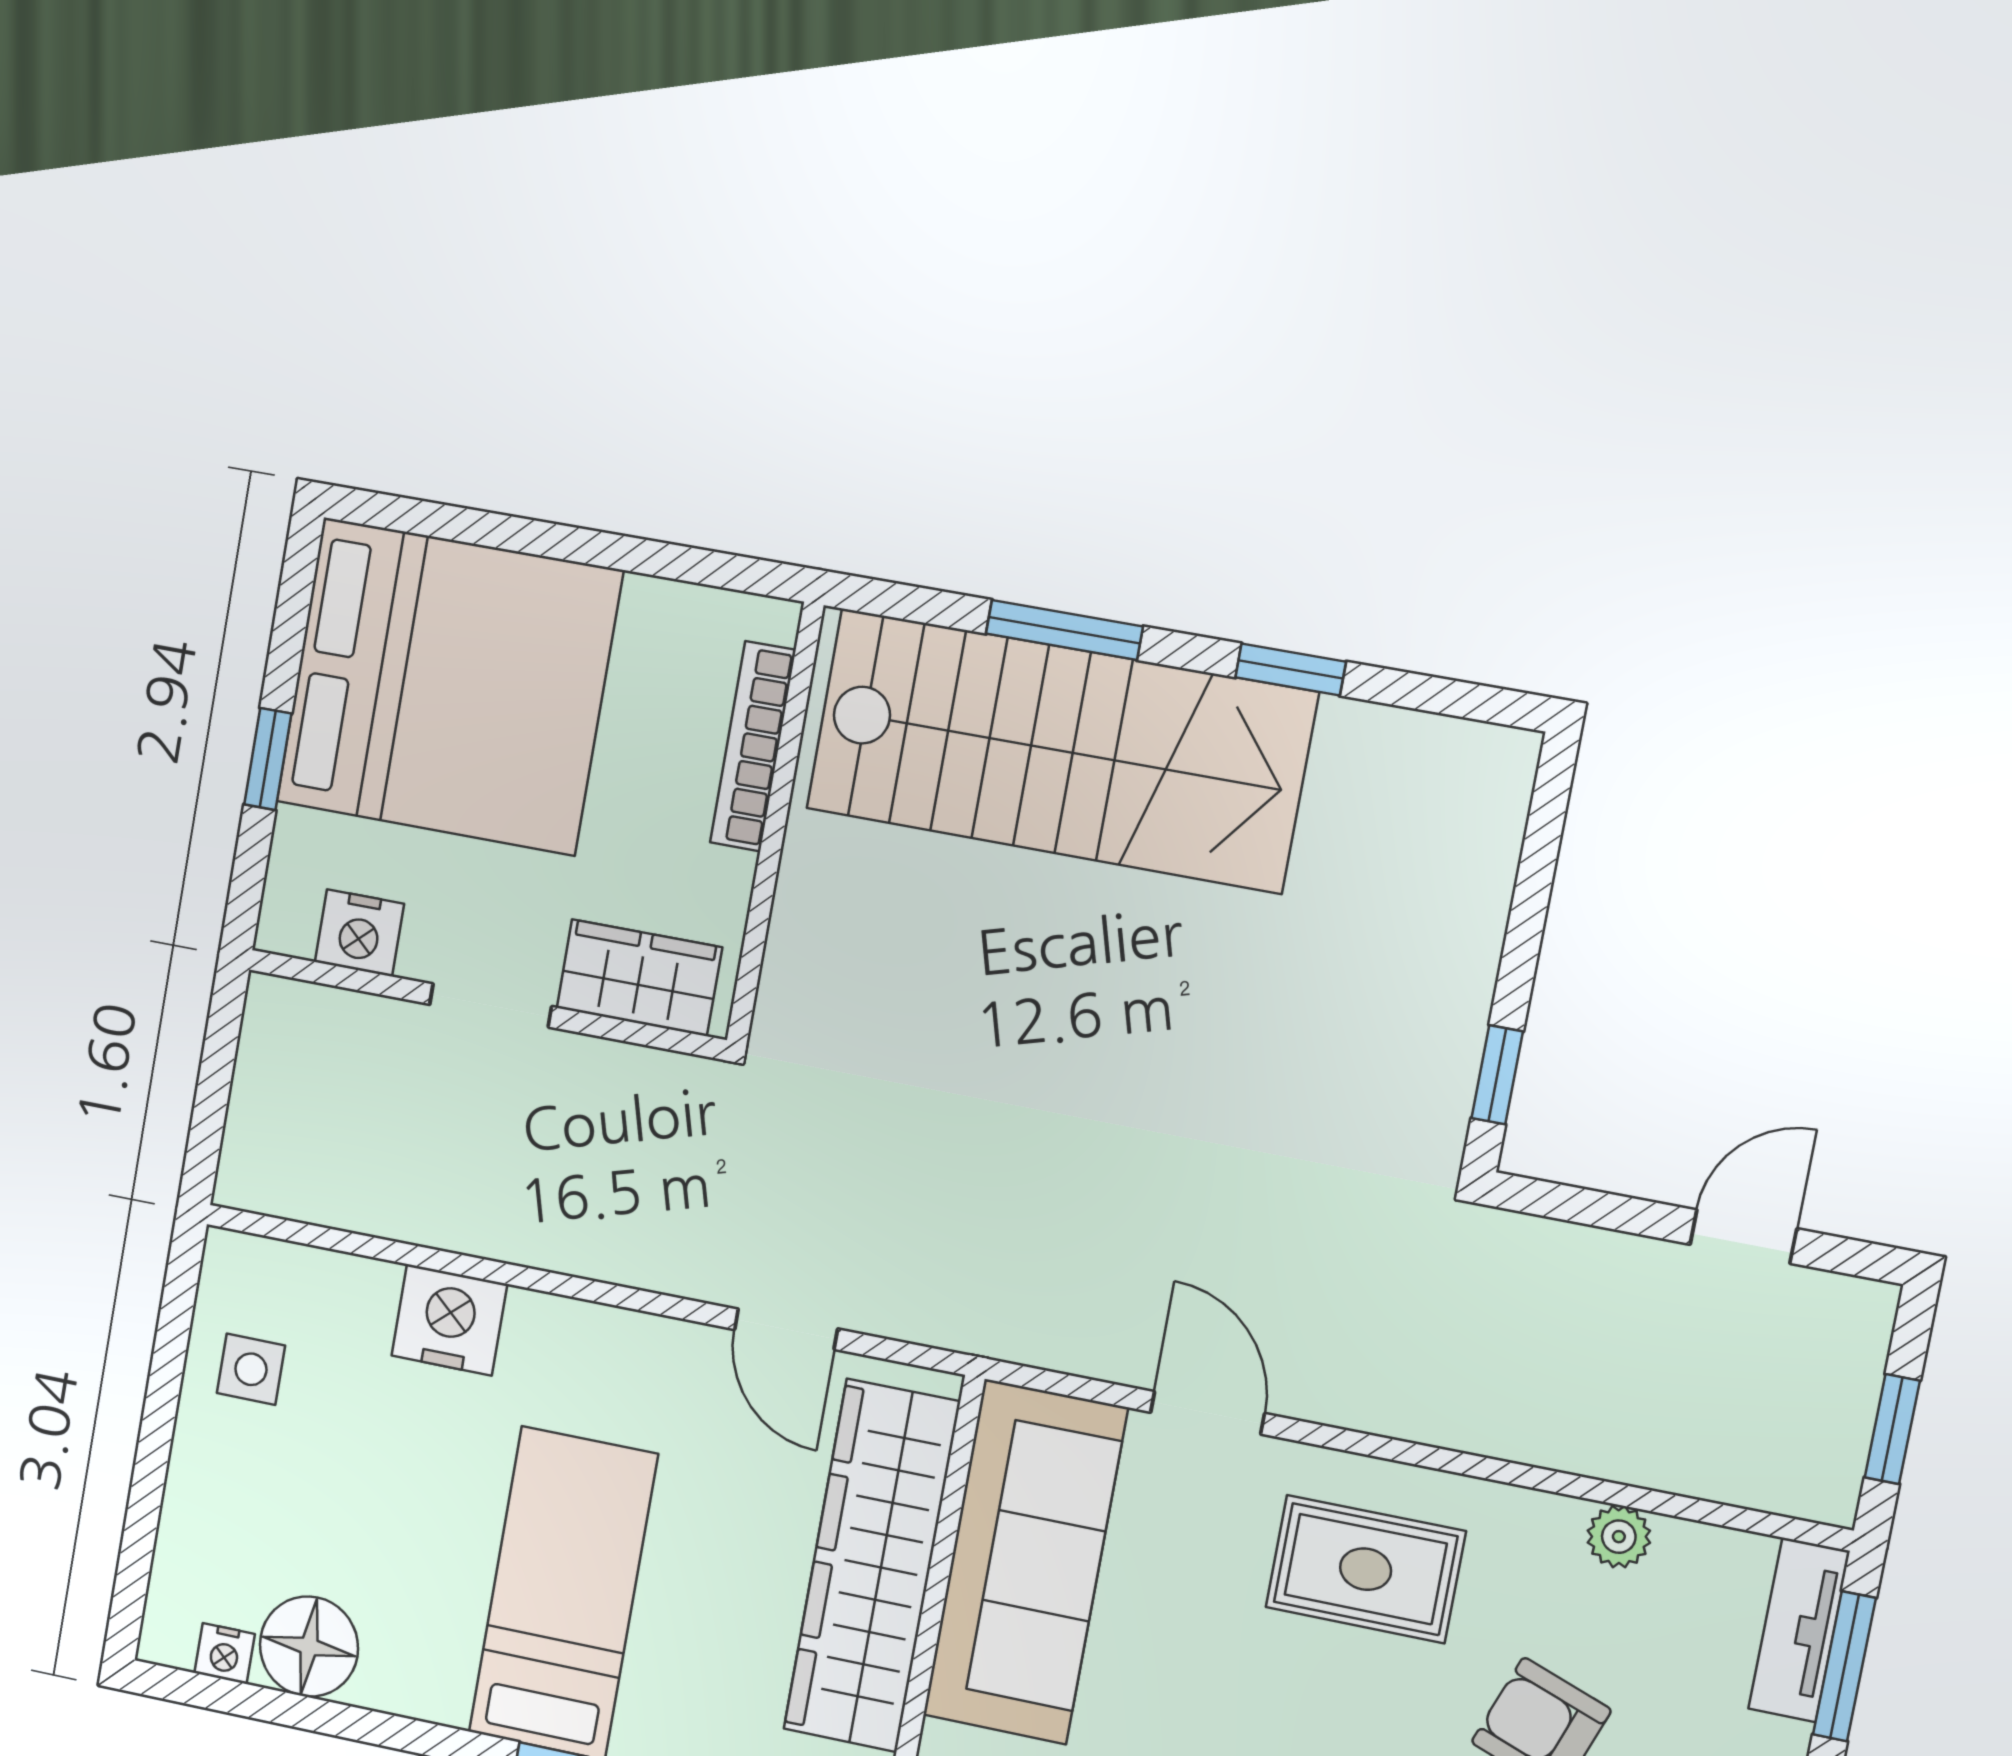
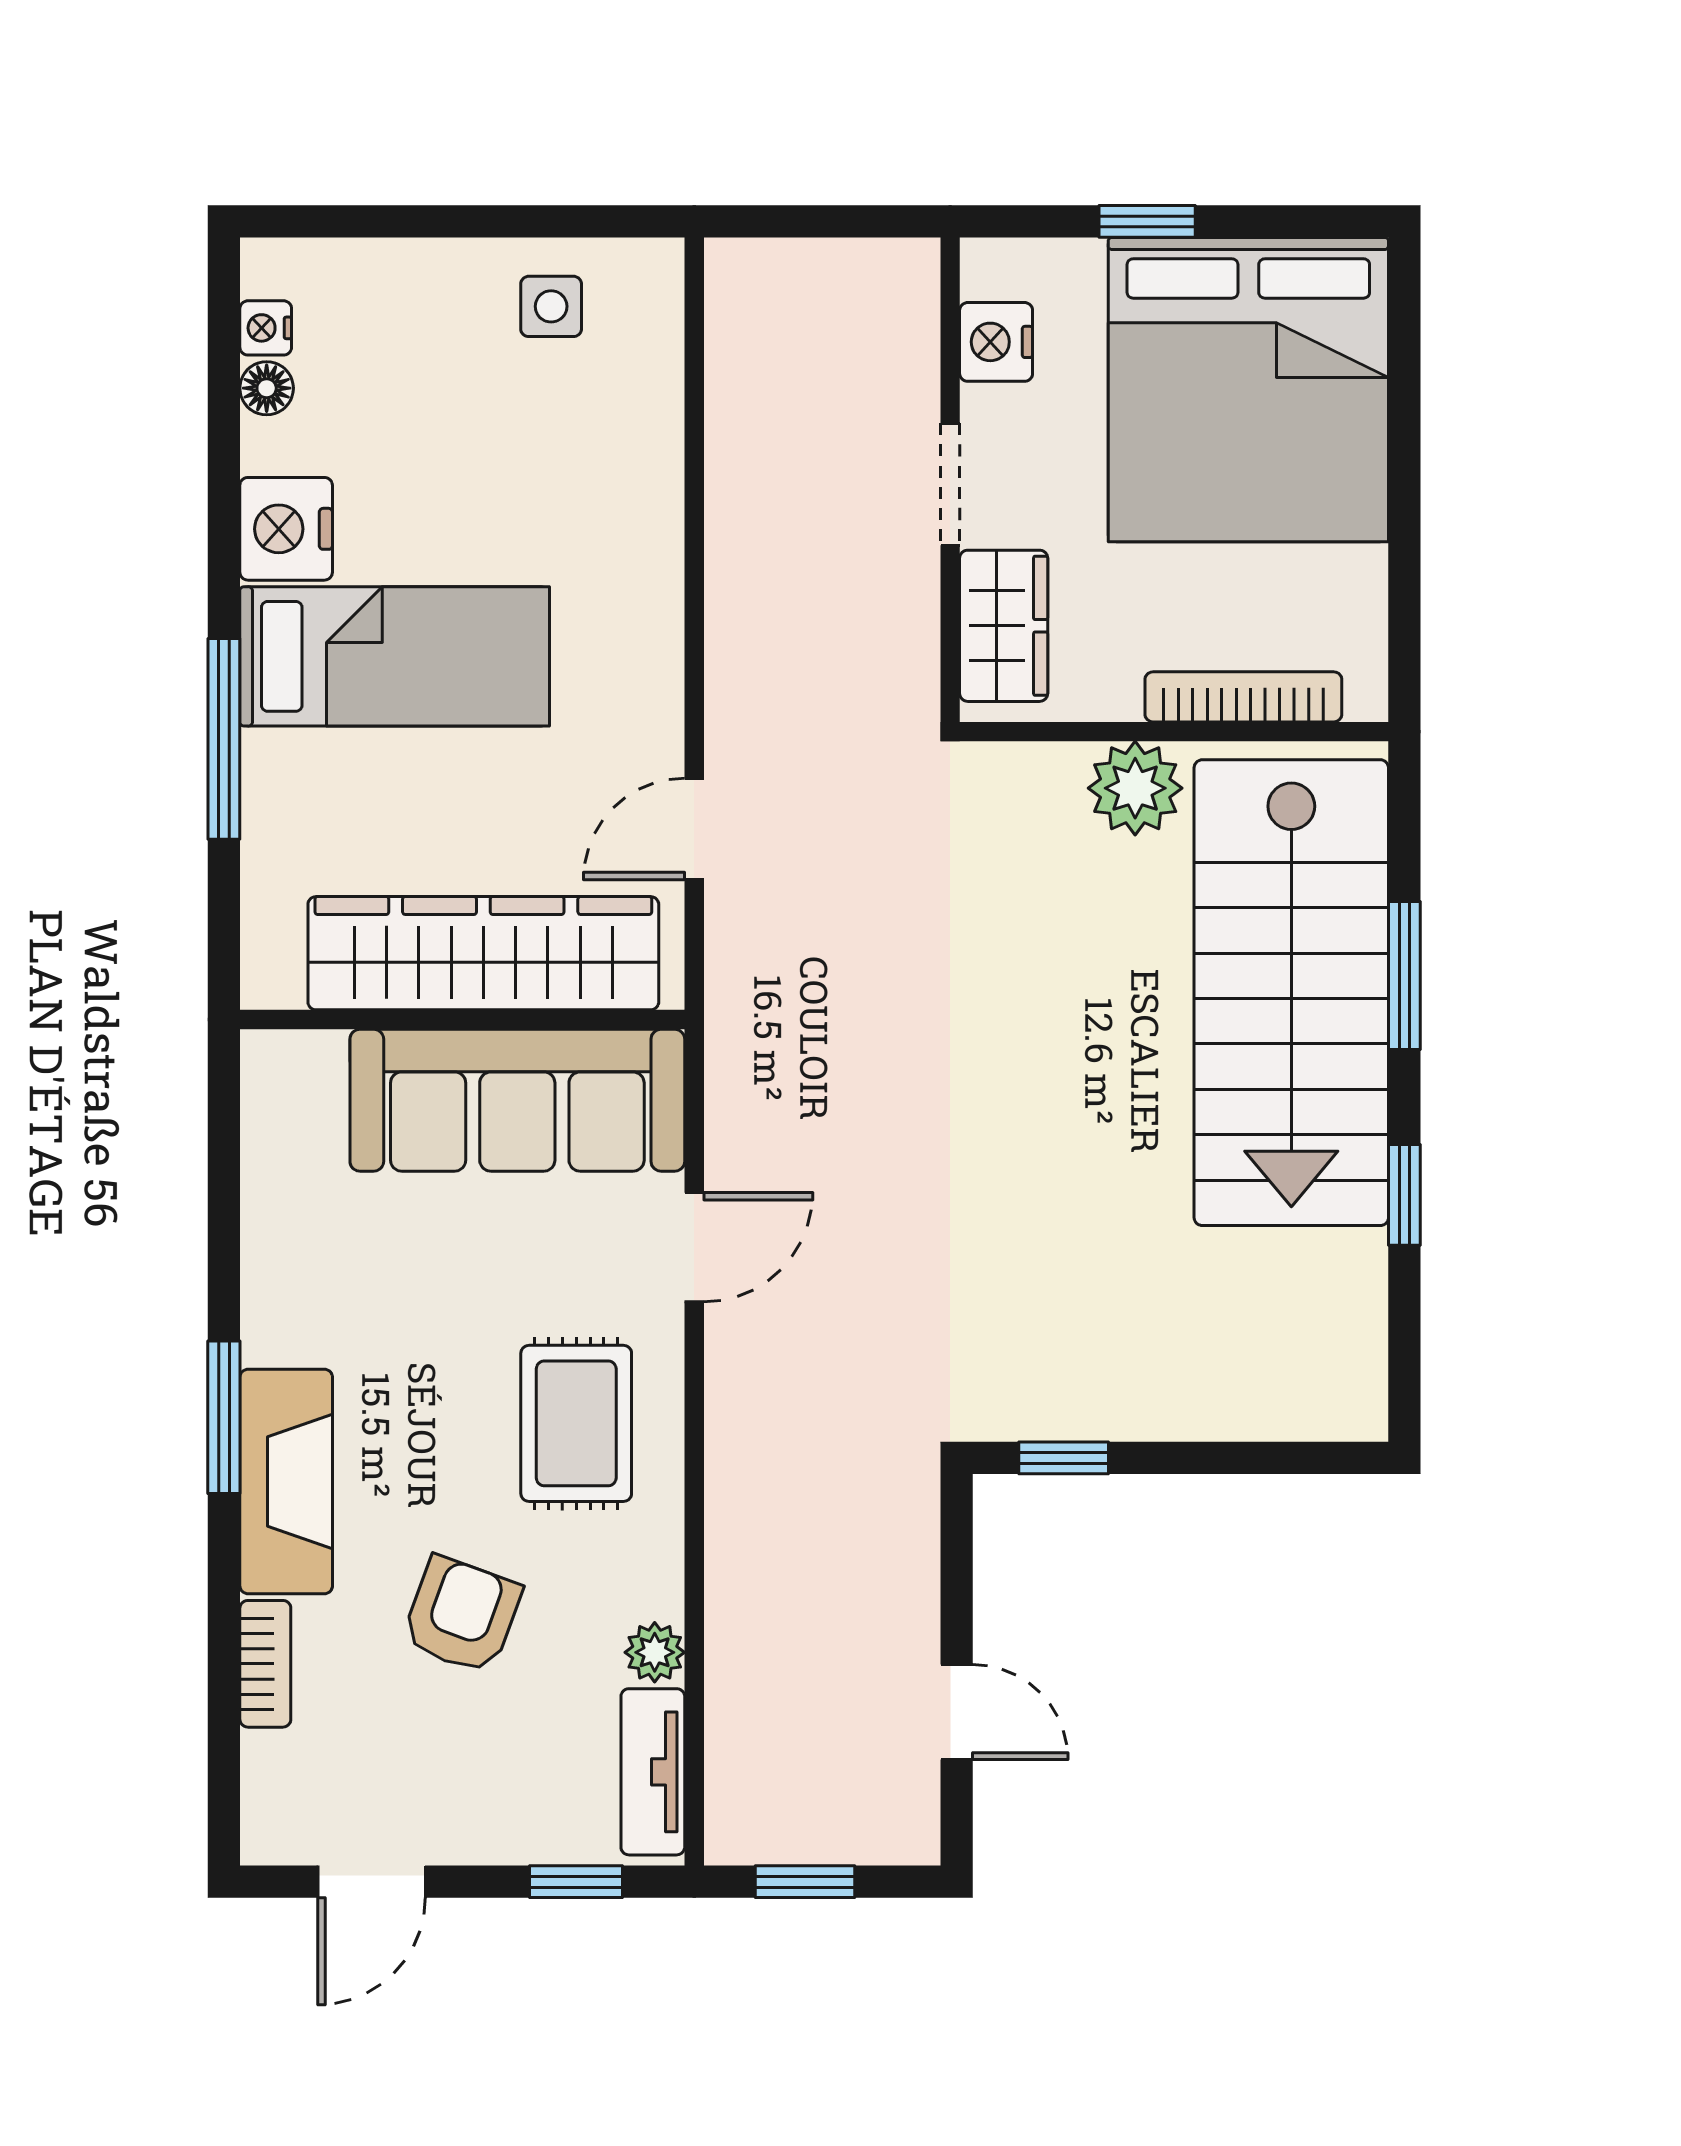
plant: (825, 874) -> (1135, 788), added
nightstand: (449, 1320) -> (286, 529), moved, turned 180
tv unit: (1799, 1630) -> (653, 1772), moved, turned -90
floor lamp: (309, 1647) -> (267, 388), width x0.53, depth x0.53
window: (1844, 1666) -> (576, 1882), width x0.67

